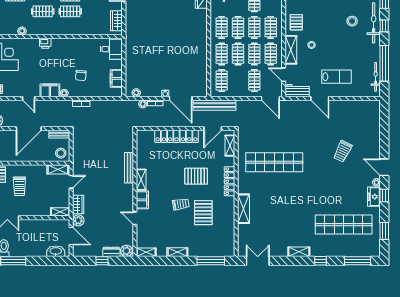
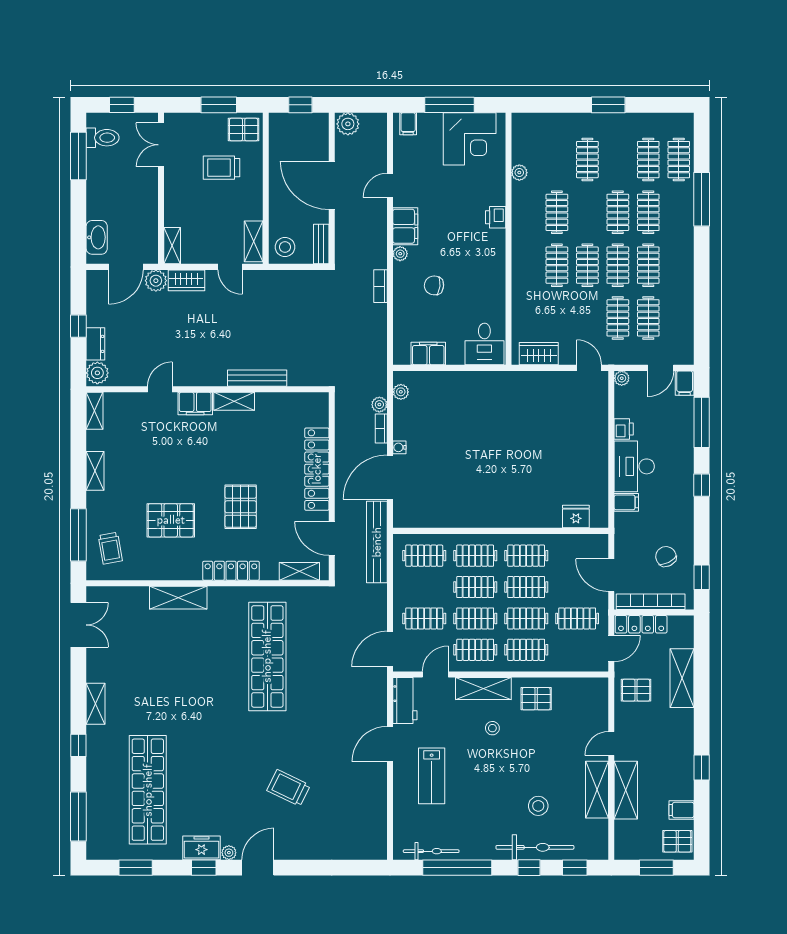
trolley: (181, 204) -> (110, 548), moved

